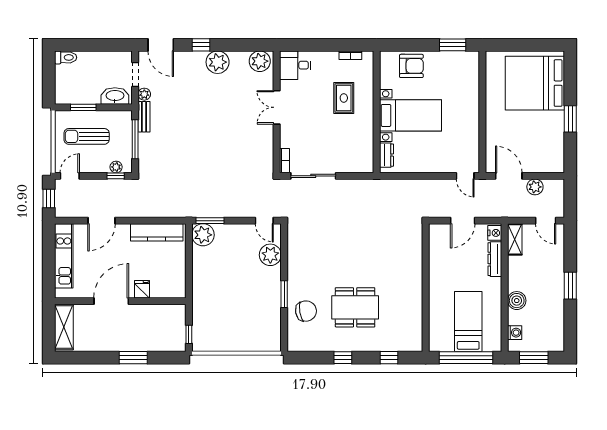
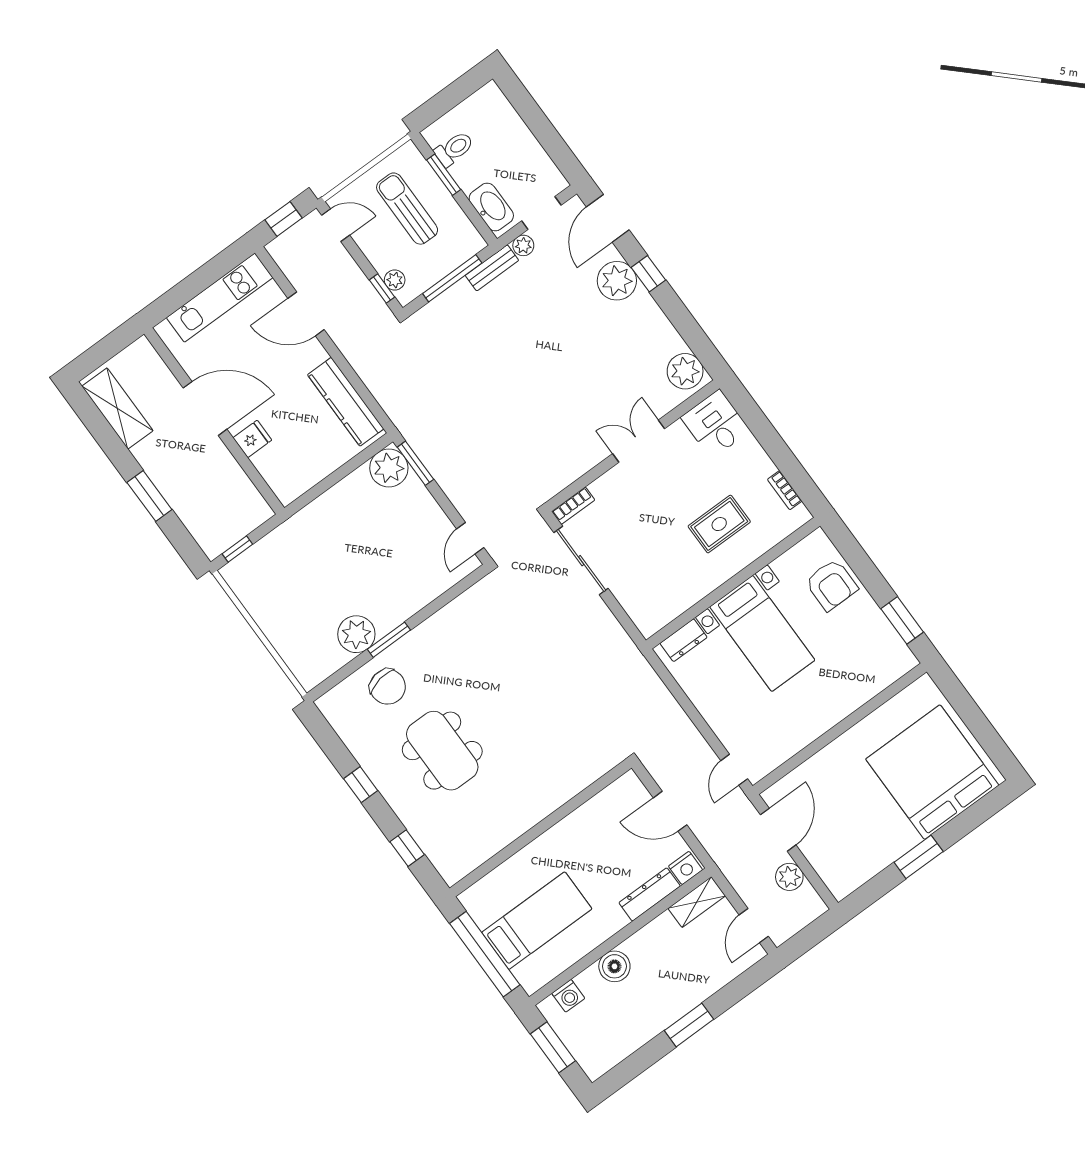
toilet: (66, 57) -> (454, 149), moved, turned -90
plant: (218, 62) -> (617, 281), moved
plant: (270, 255) -> (356, 634), moved
shelving: (64, 327) -> (117, 408), moved, turned 90

